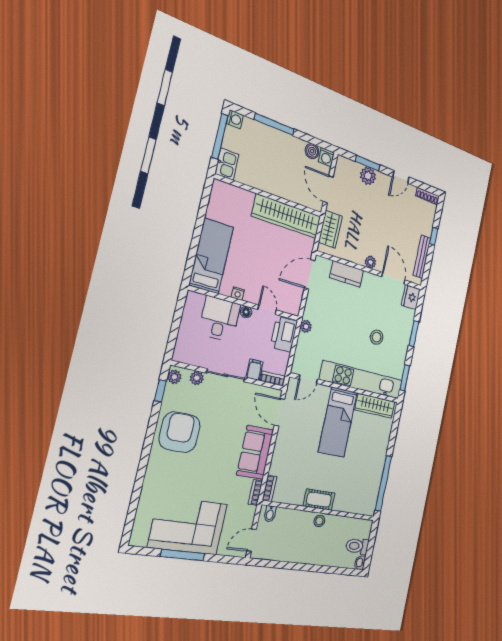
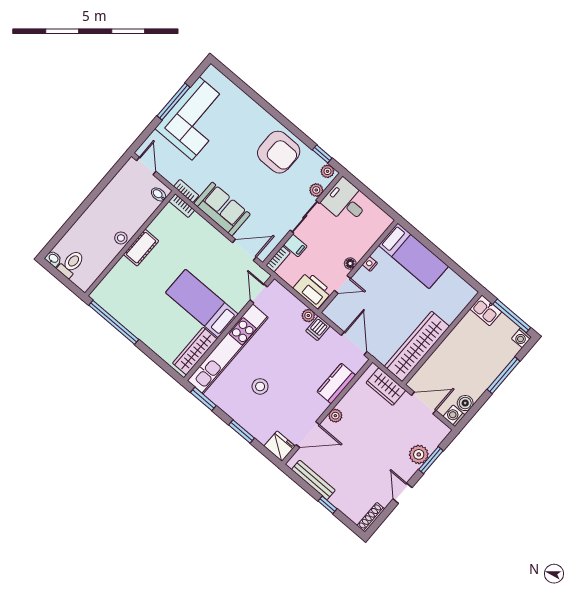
dishwasher: (312, 313) -> (318, 328), added
desk: (220, 319) -> (346, 202), moved, turned 180

